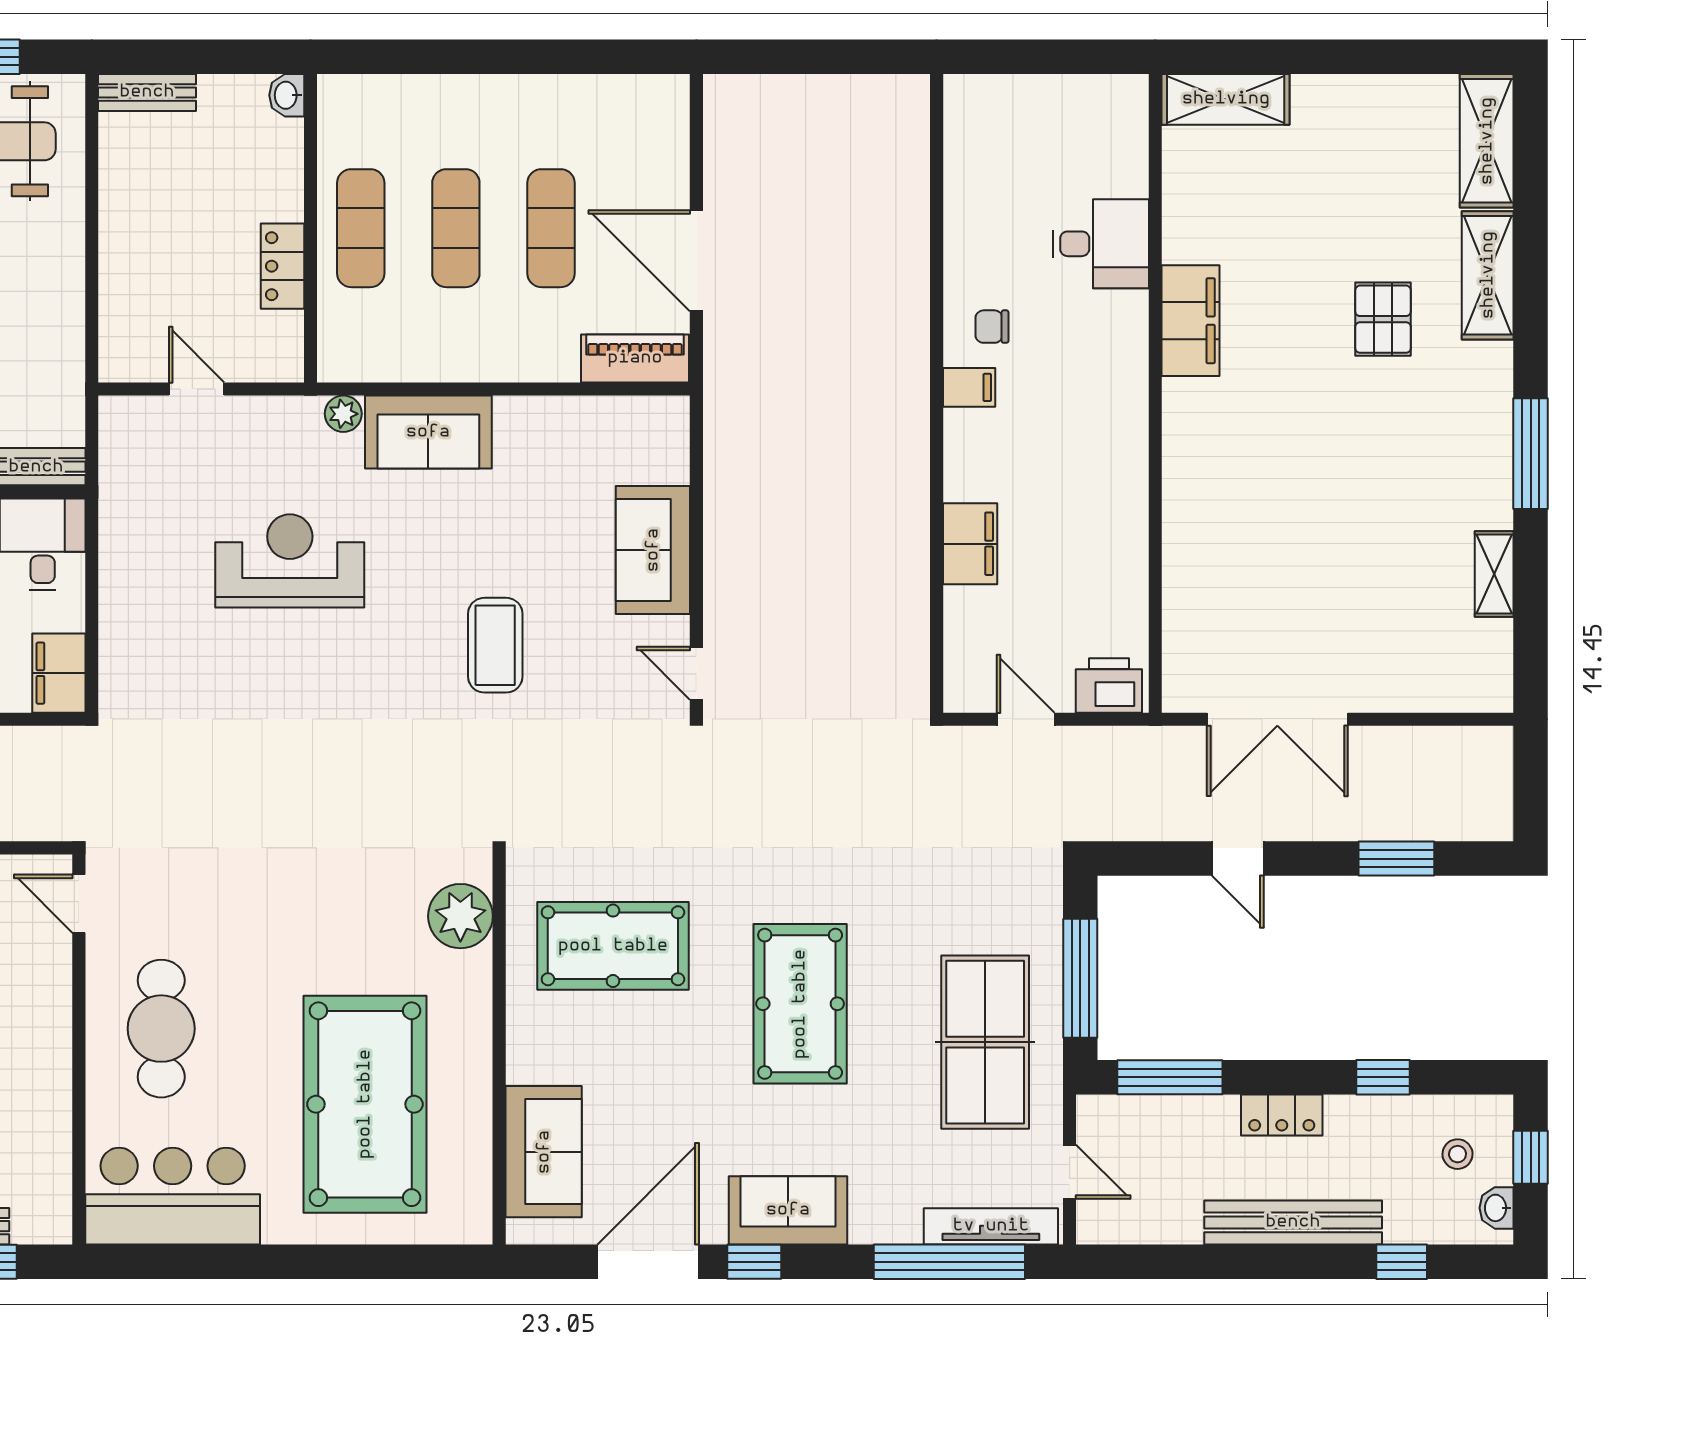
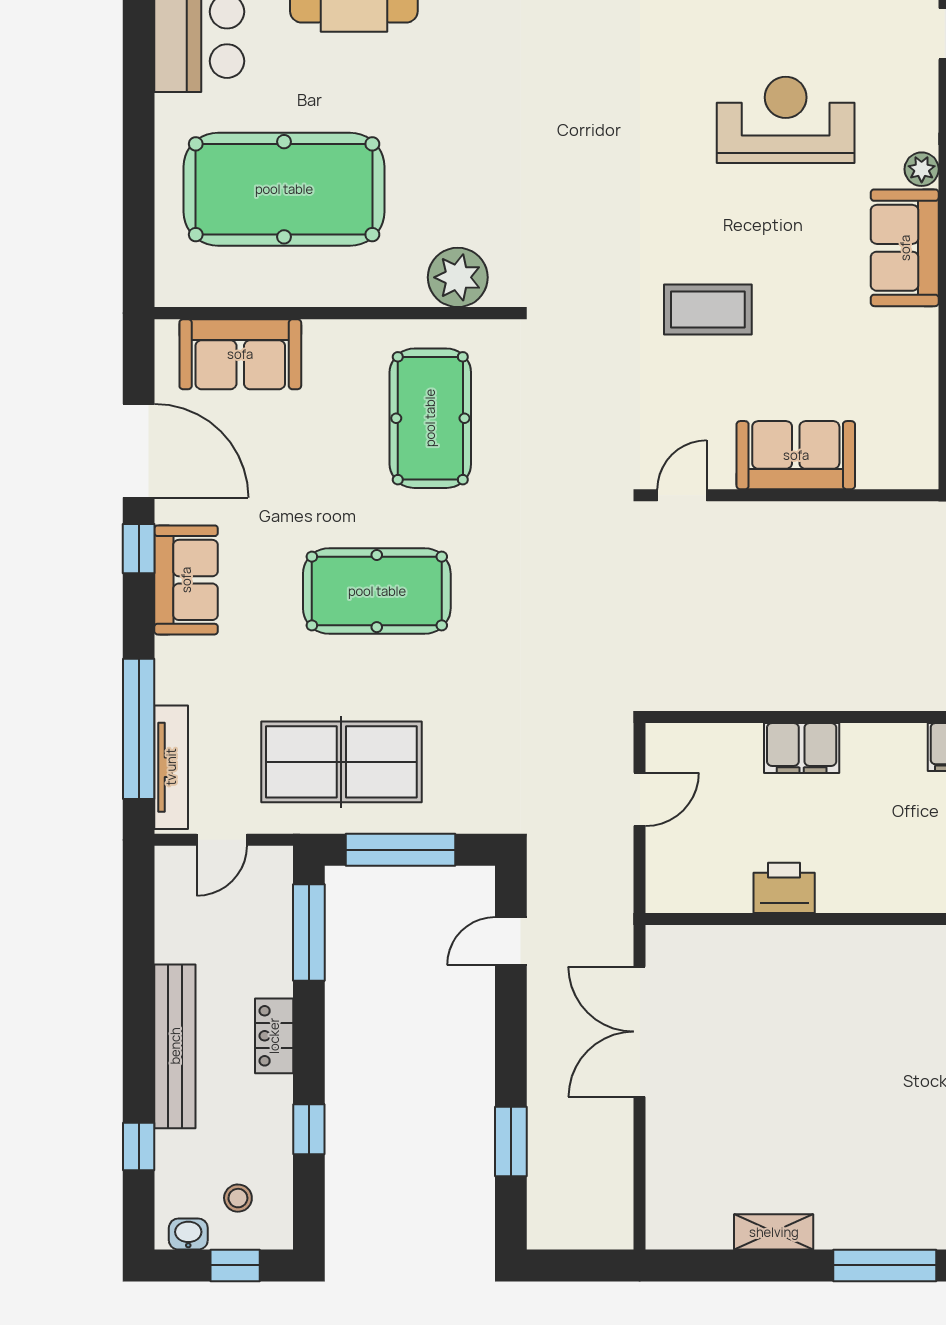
reception desk: (290, 561) -> (786, 120), turned -90
printer: (1109, 685) -> (784, 888), moved, turned -90
door: (1238, 859) -> (511, 941), moved

